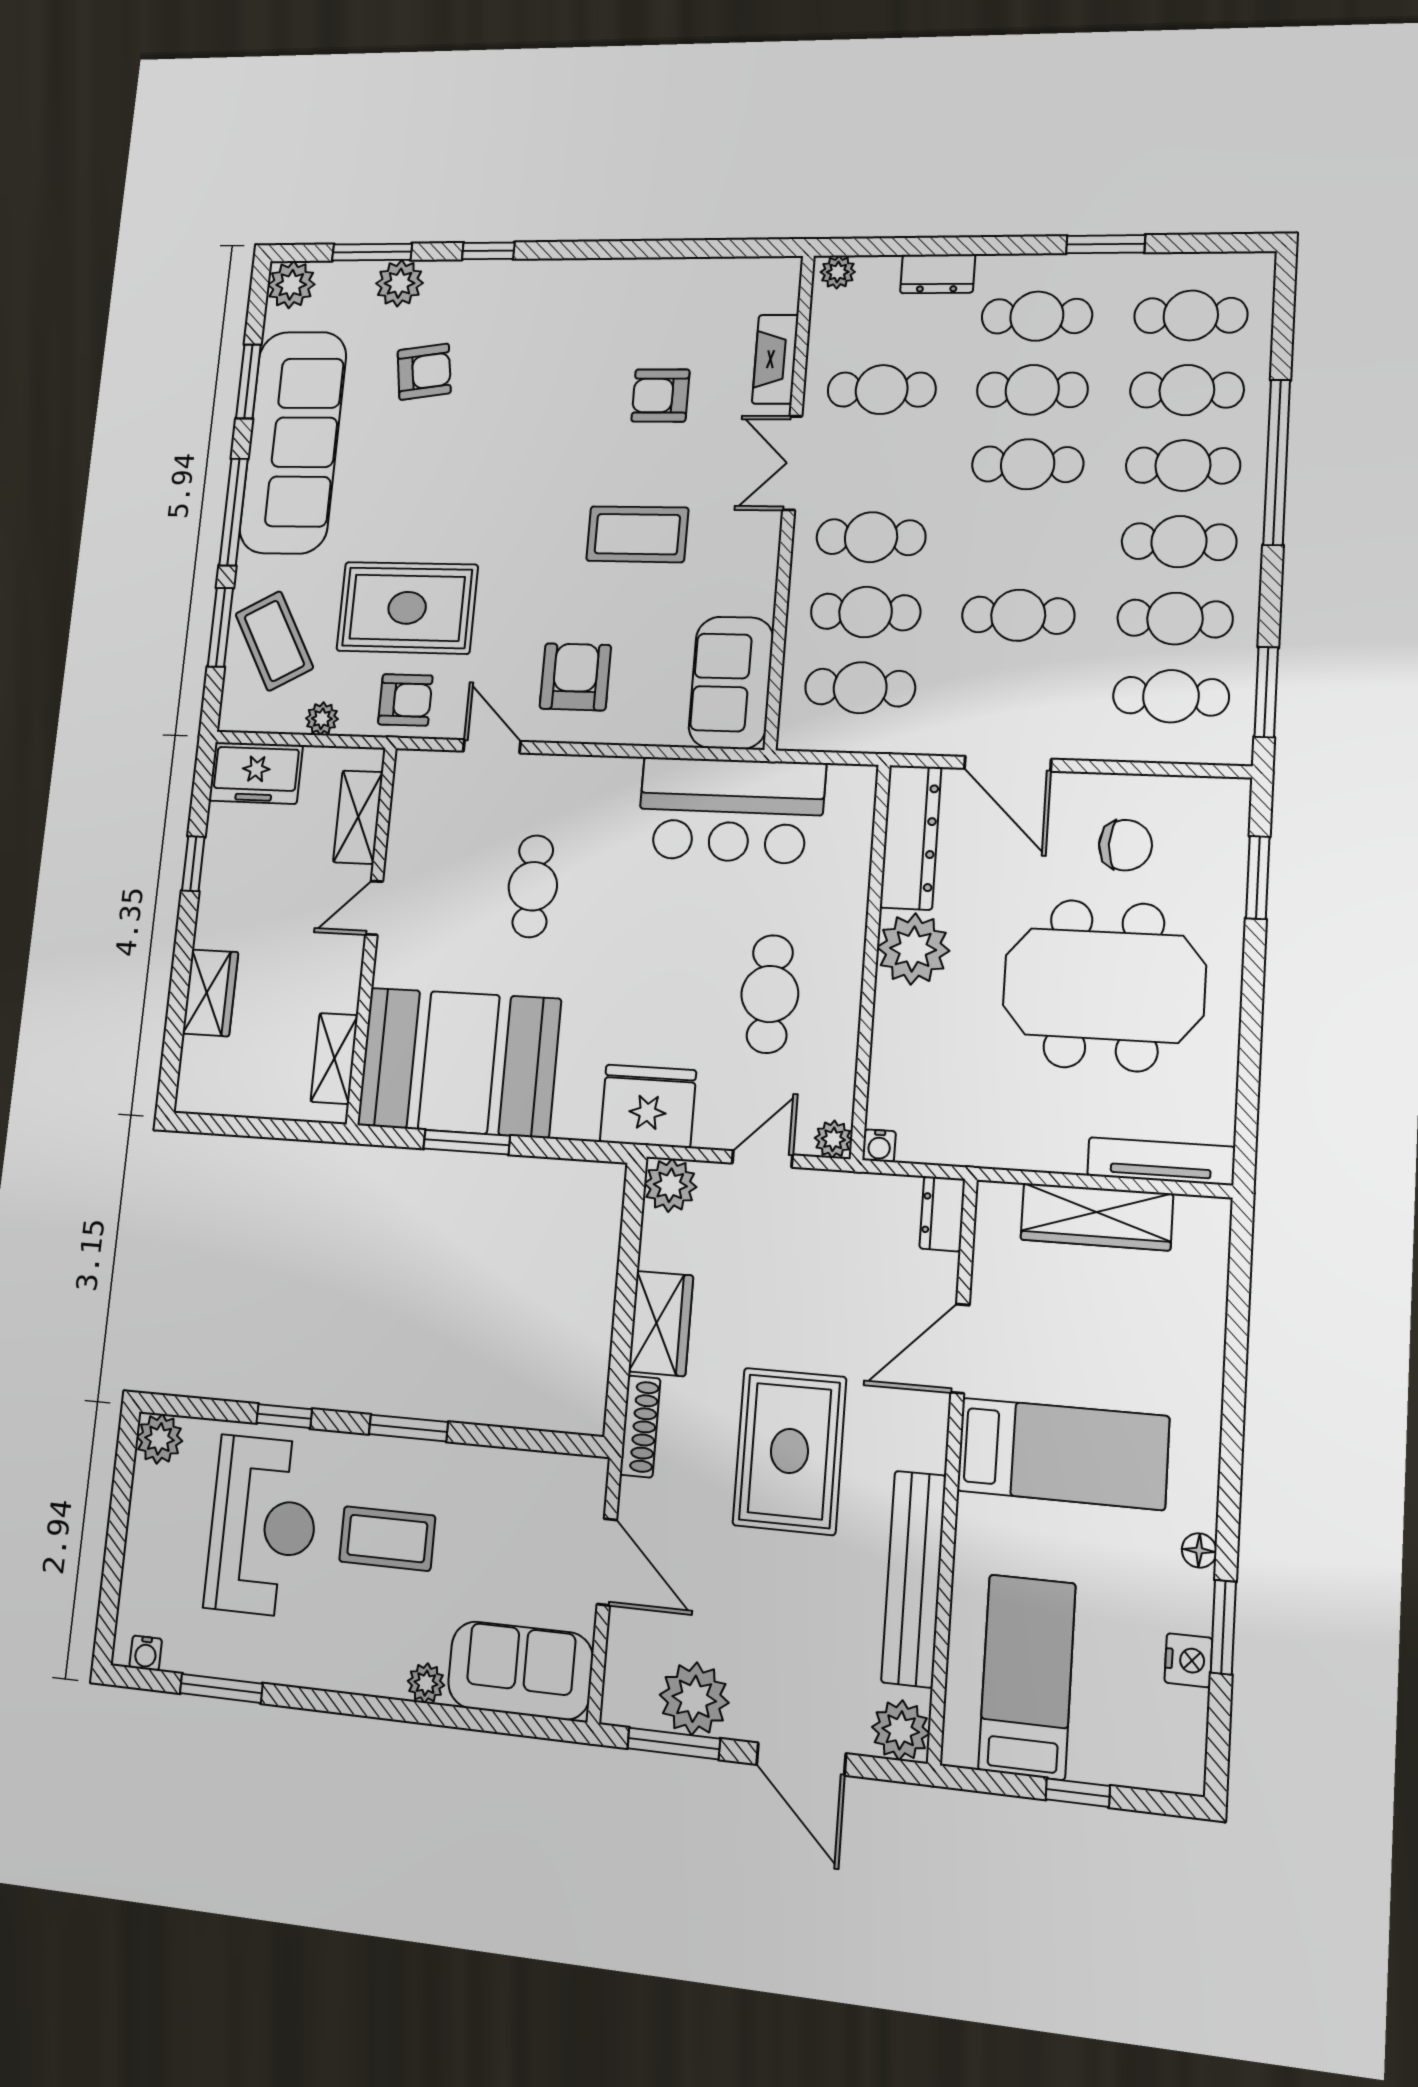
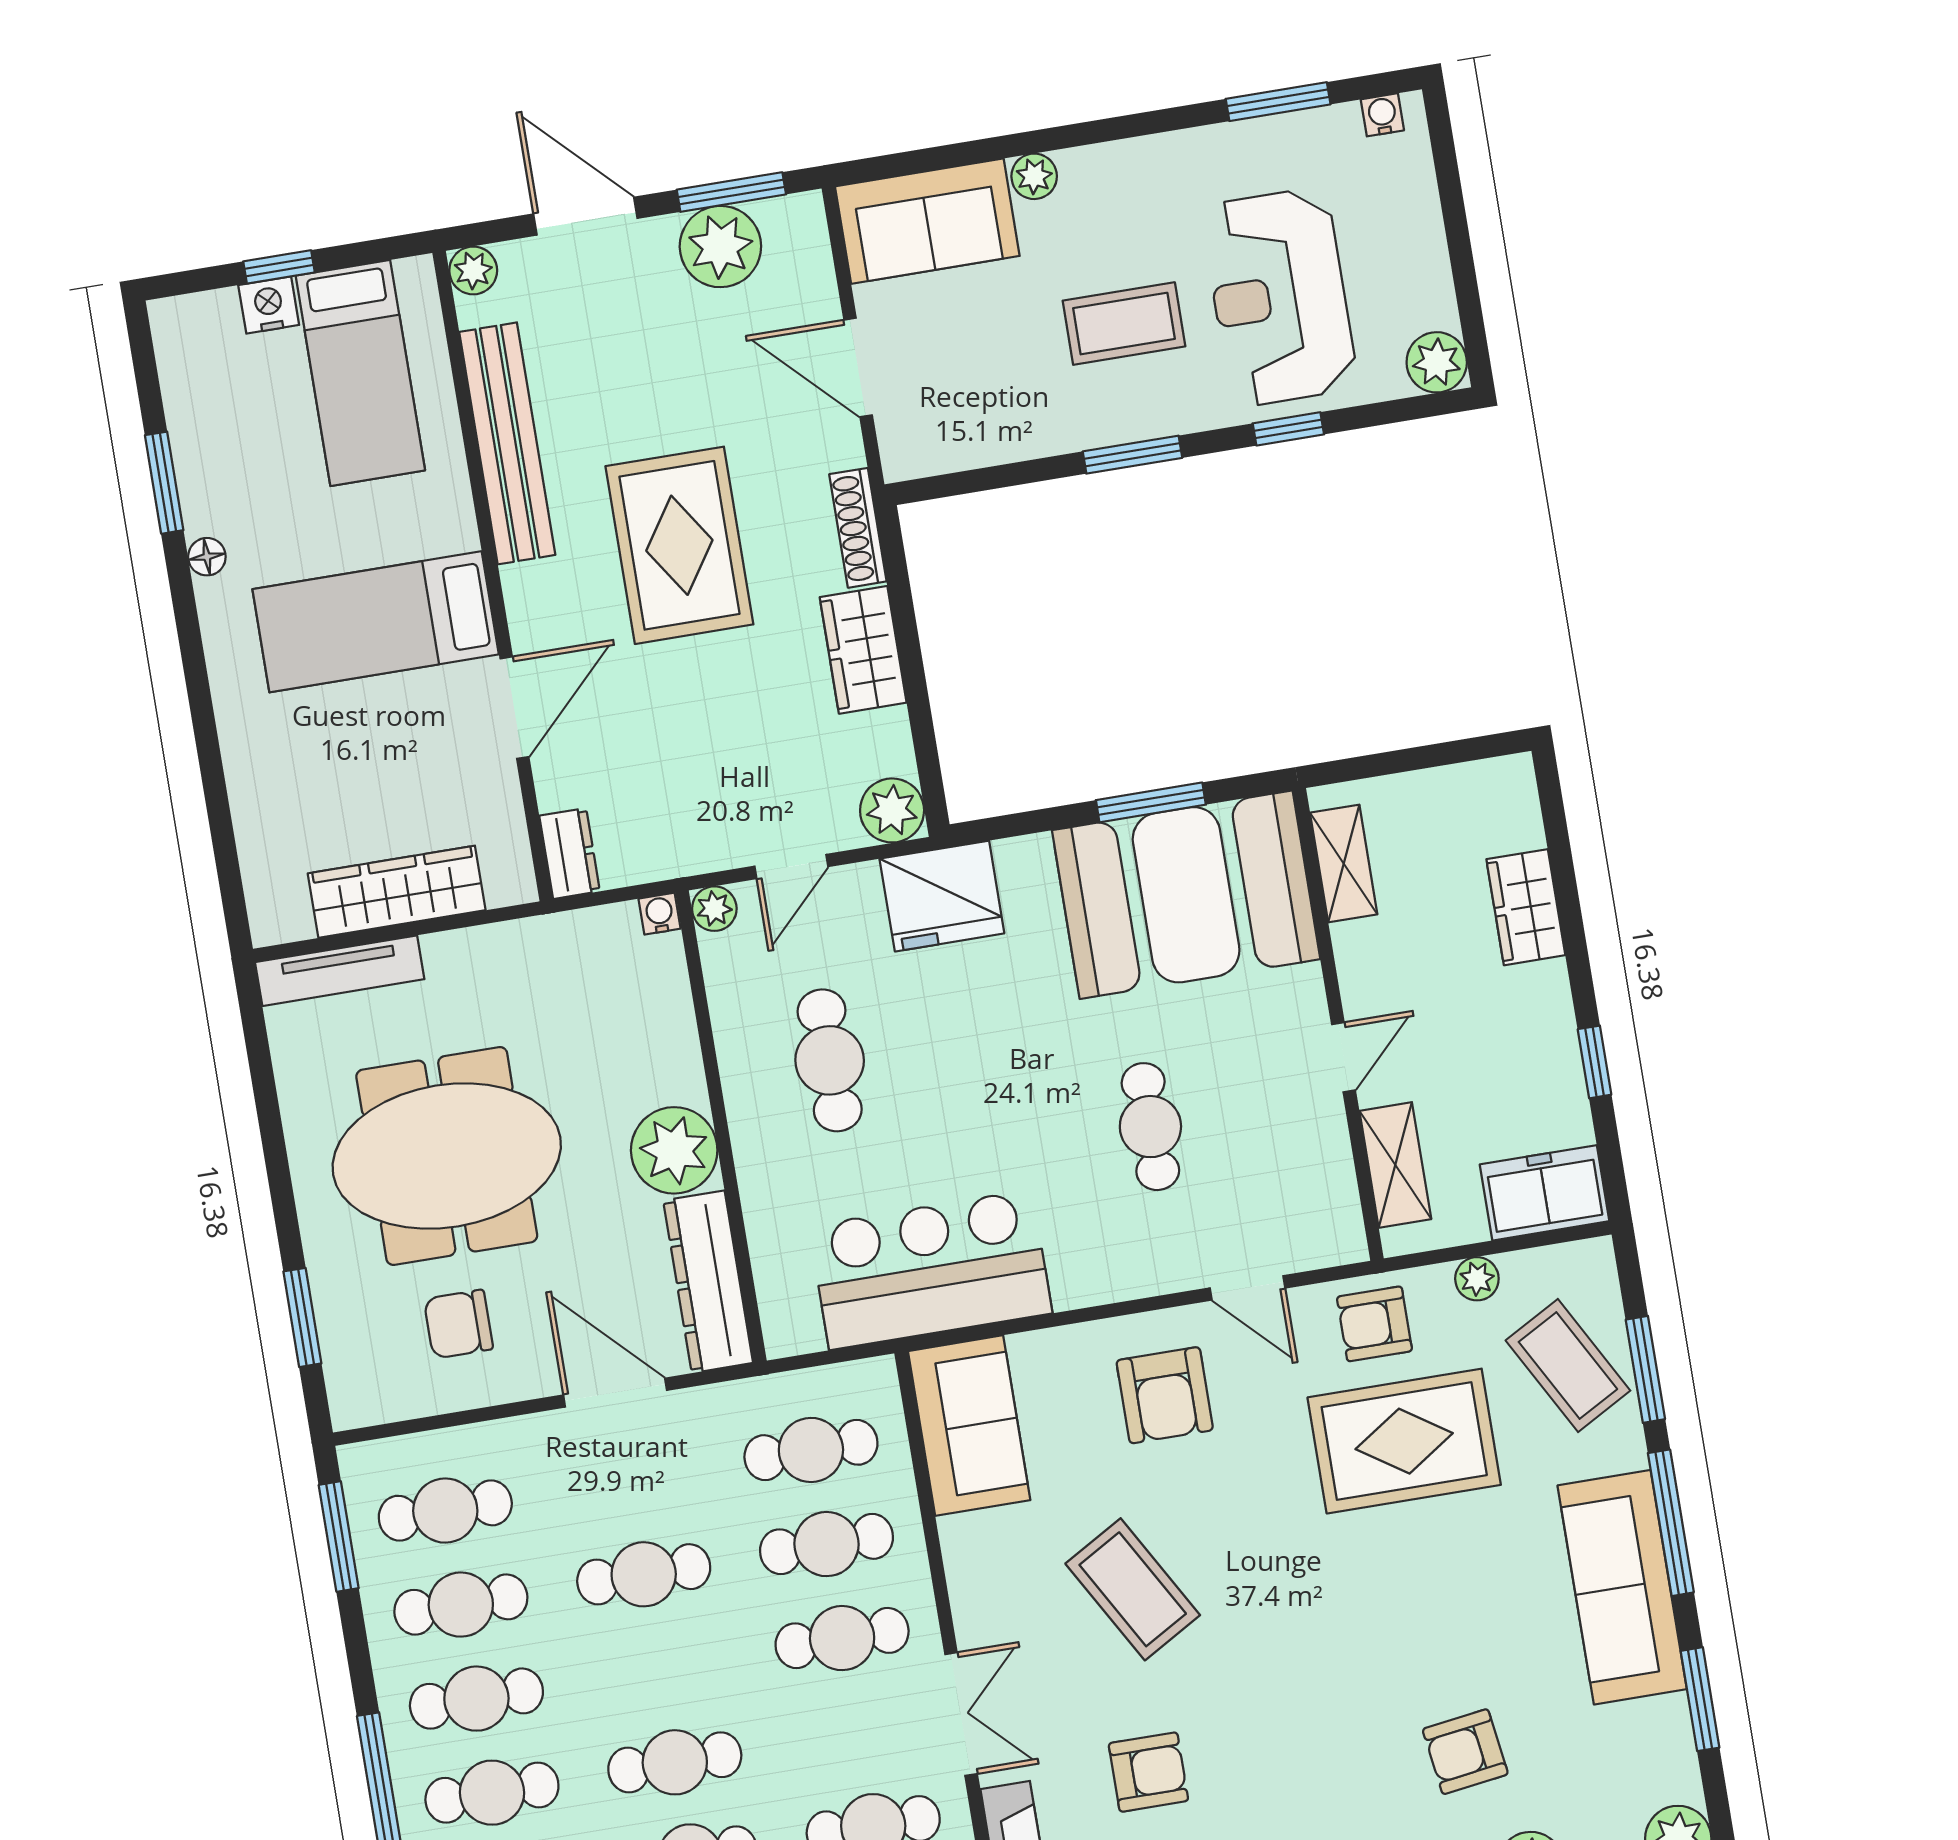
sofa: (293, 442) -> (1622, 1587), width x0.74, depth x0.79
coffee table: (637, 534) -> (1133, 1589), turned 60
nightstand: (1188, 1660) -> (269, 305), moved, turned 90
plant: (901, 1730) -> (473, 270), width x0.73, depth x0.73

